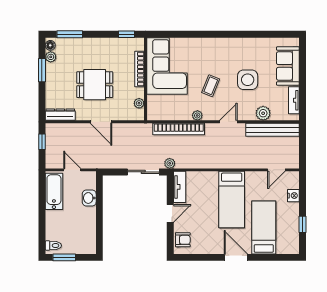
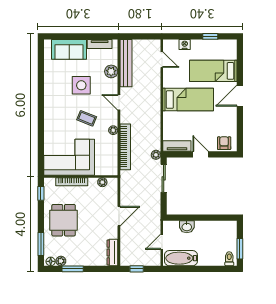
dining table: (95, 85) -> (64, 220), moved

